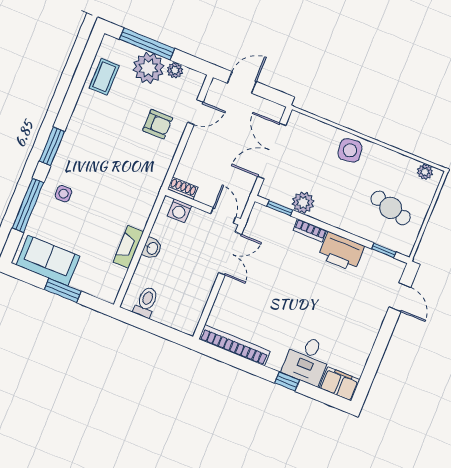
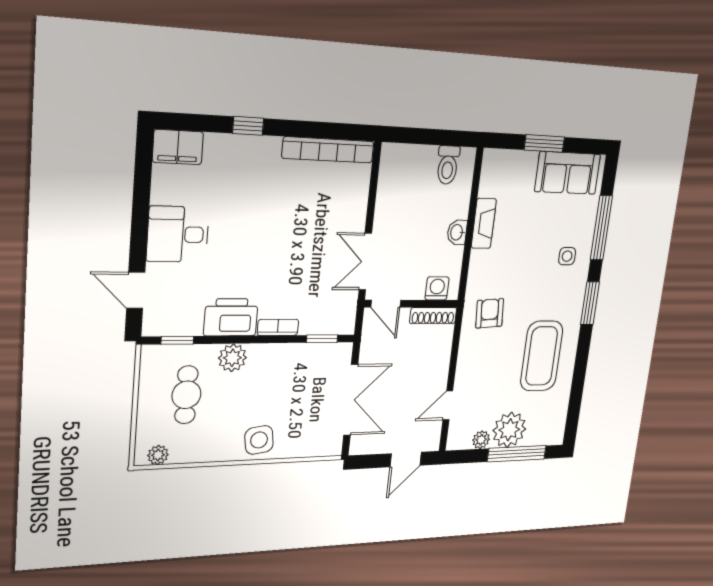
coffee table: (104, 77) -> (542, 356), moved, width x1.86, depth x1.72
armchair: (158, 124) -> (490, 313), moved, turned 86
shoe rack: (183, 188) -> (433, 316), width x1.43
plant: (303, 203) -> (232, 358), moved
cafe table: (391, 208) -> (186, 395), turned 74
desk: (307, 360) -> (178, 234), moved, turned -90

